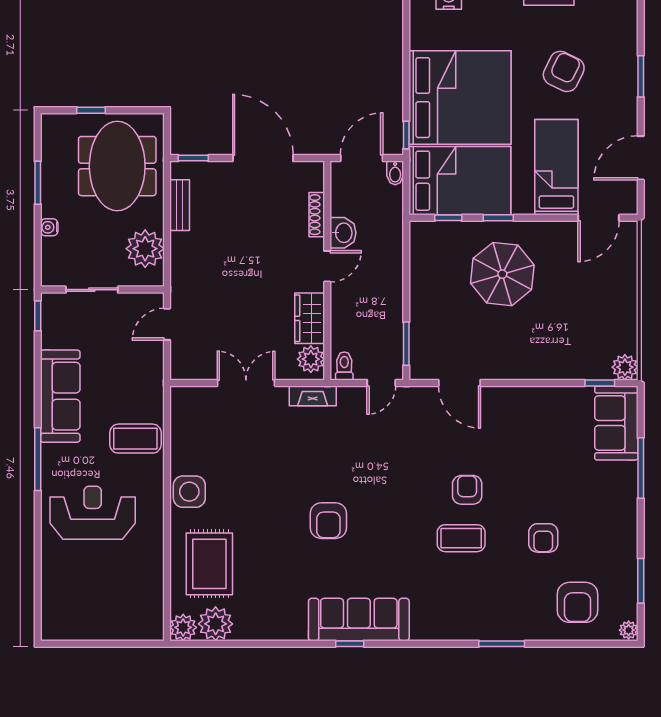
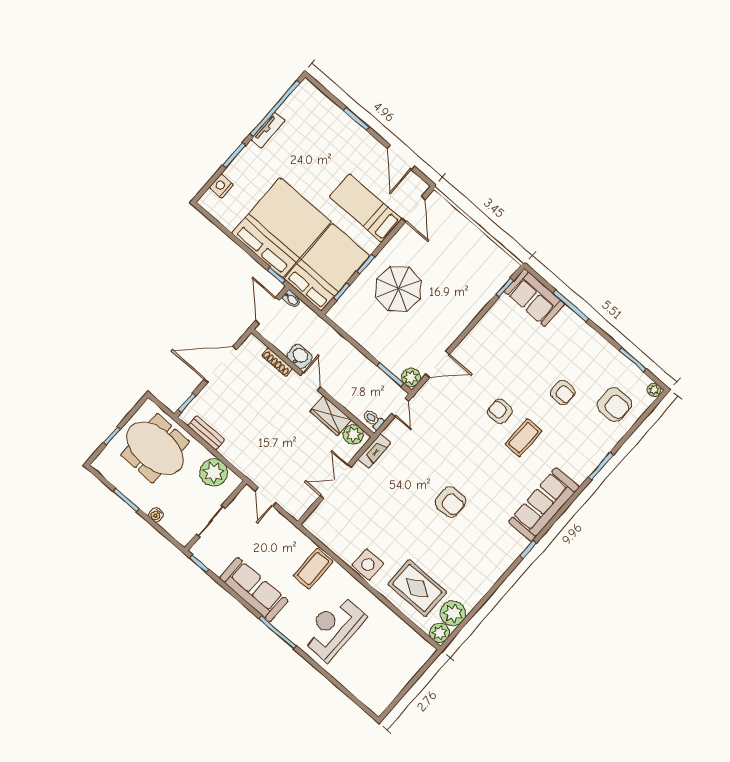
armchair: (564, 71) -> (317, 158), removed
plant: (625, 367) -> (411, 377), moved
sofa: (359, 620) -> (544, 505), moved

